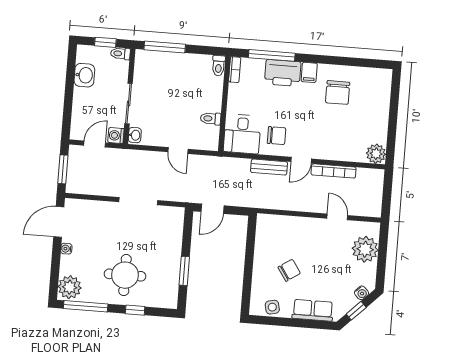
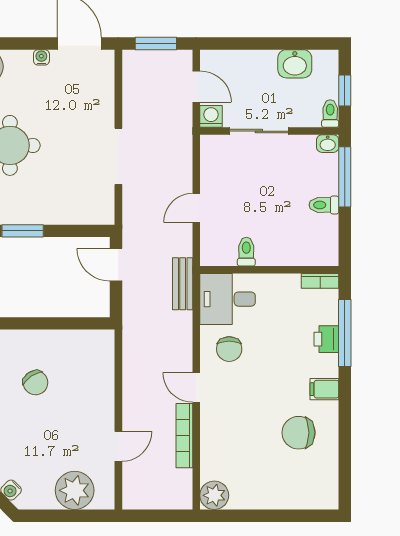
toilet: (219, 66) -> (324, 205), moved
printer: (283, 73) -> (326, 339), width x0.53, depth x0.68
washbasin: (135, 135) -> (328, 144), moved
bench: (269, 167) -> (183, 284), moved

